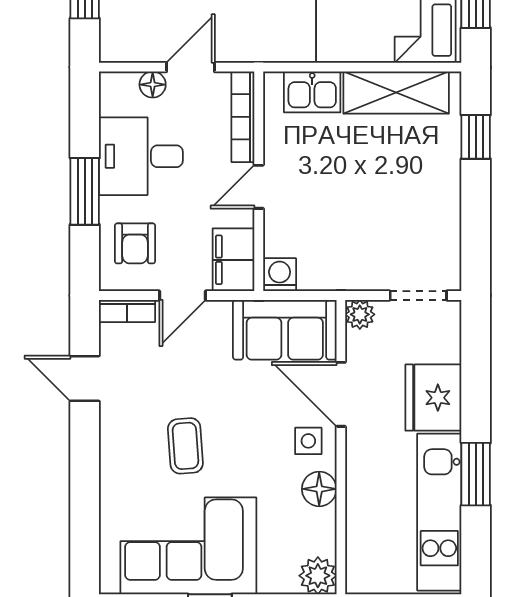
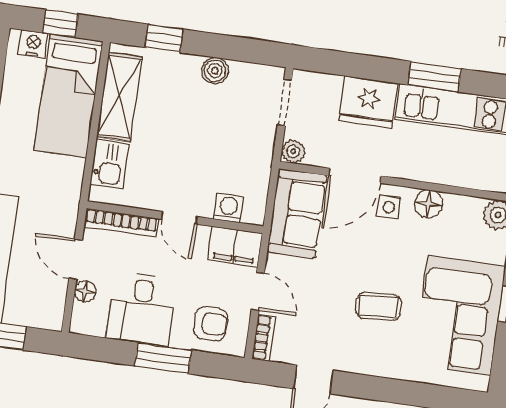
boiler: (445, 205) -> (215, 71), added
washing machine: (280, 275) -> (229, 208), moved, turned 90

